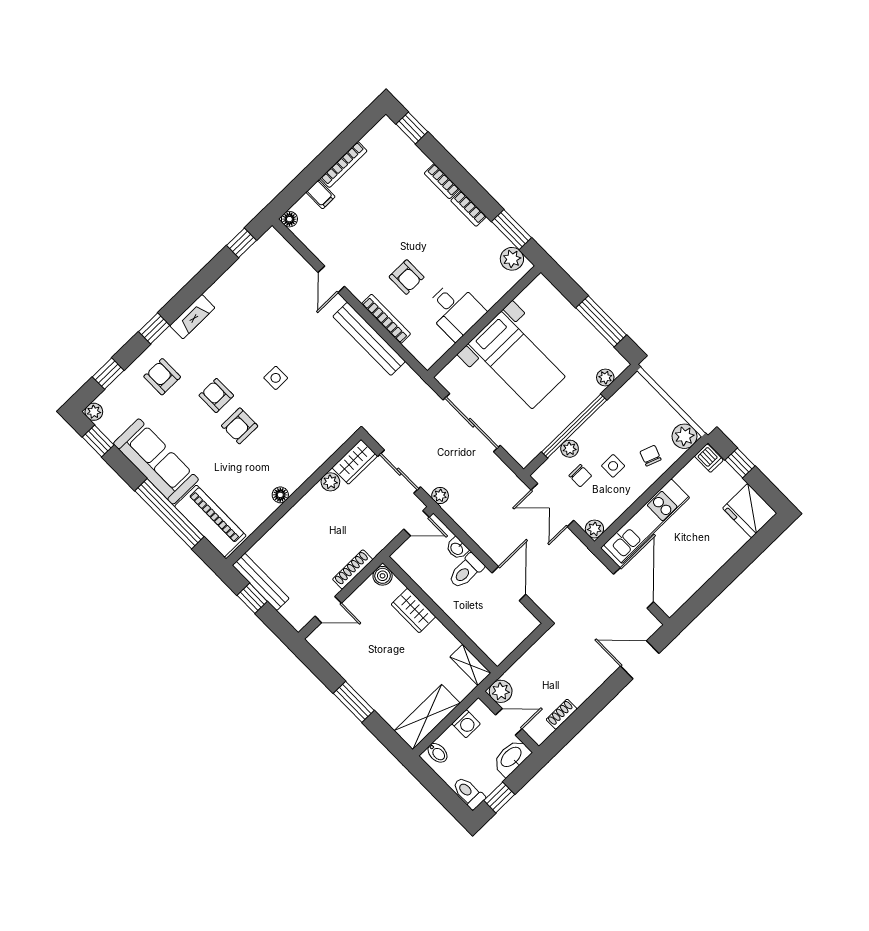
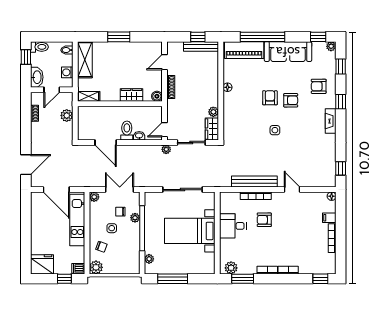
armchair: (162, 377) -> (319, 86), turned 180
plant: (501, 691) -> (67, 115), moved

